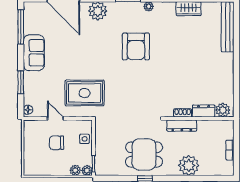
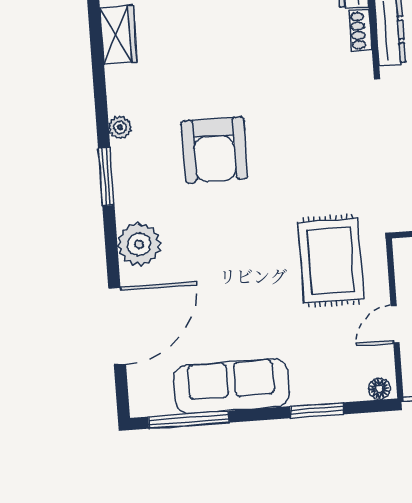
armchair: (136, 46) -> (215, 150), turned 90
sofa: (34, 53) -> (231, 386), width x1.36

